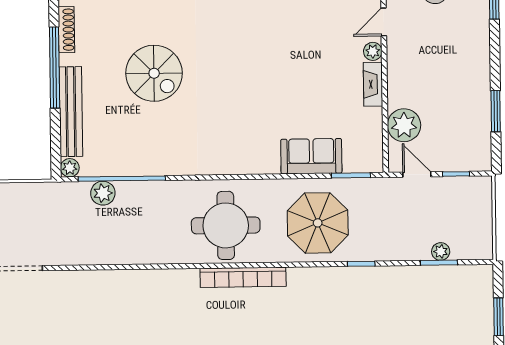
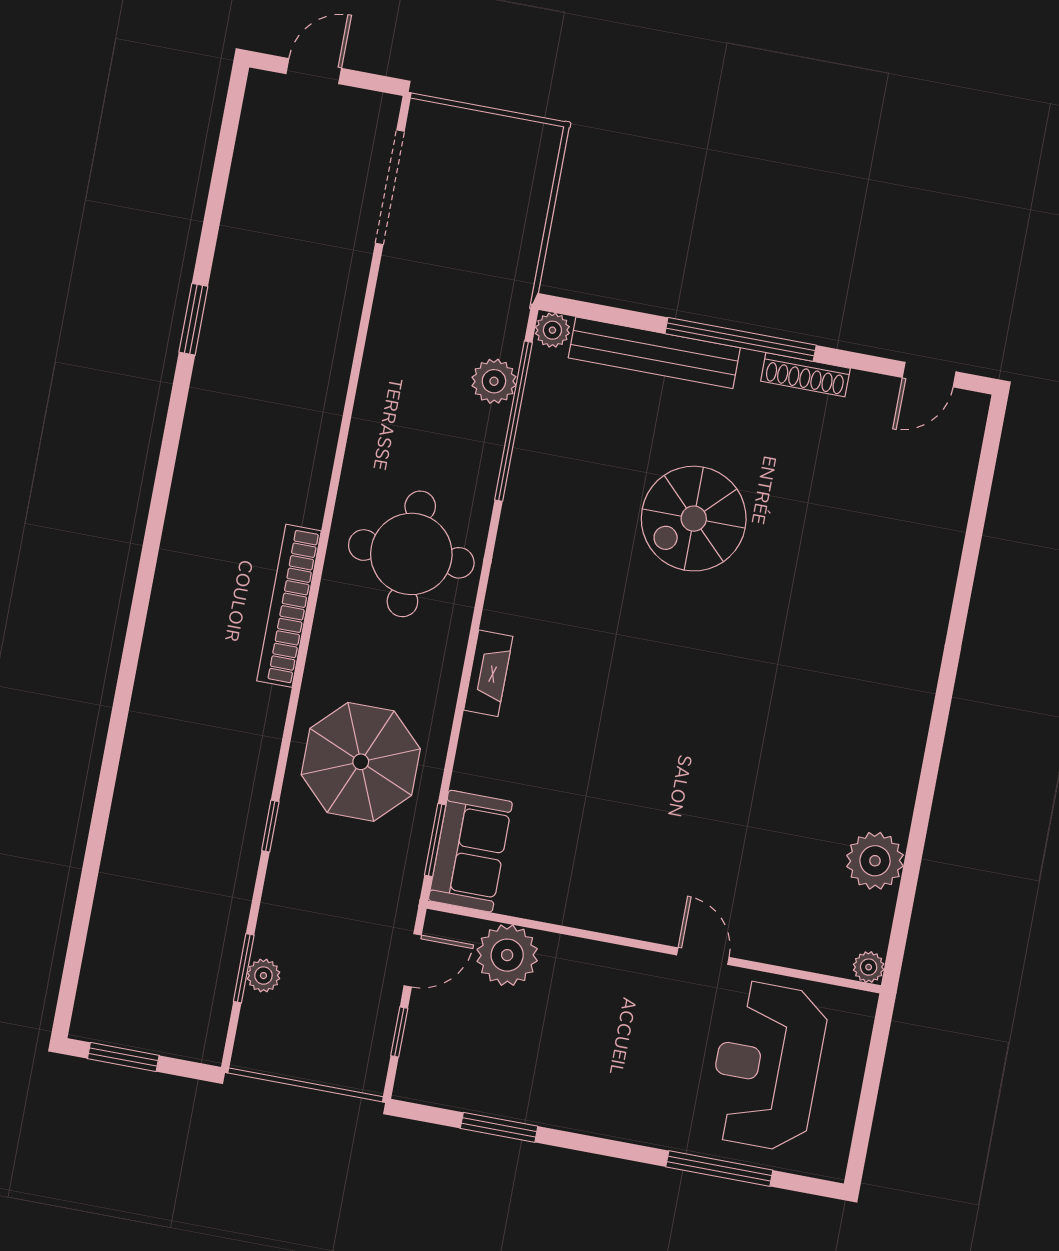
plant: (373, 51) -> (653, 925), removed
fireplace: (373, 84) -> (488, 673), moved, turned 90
sofa: (311, 156) -> (470, 851), moved
round table: (226, 225) -> (411, 554), moved

